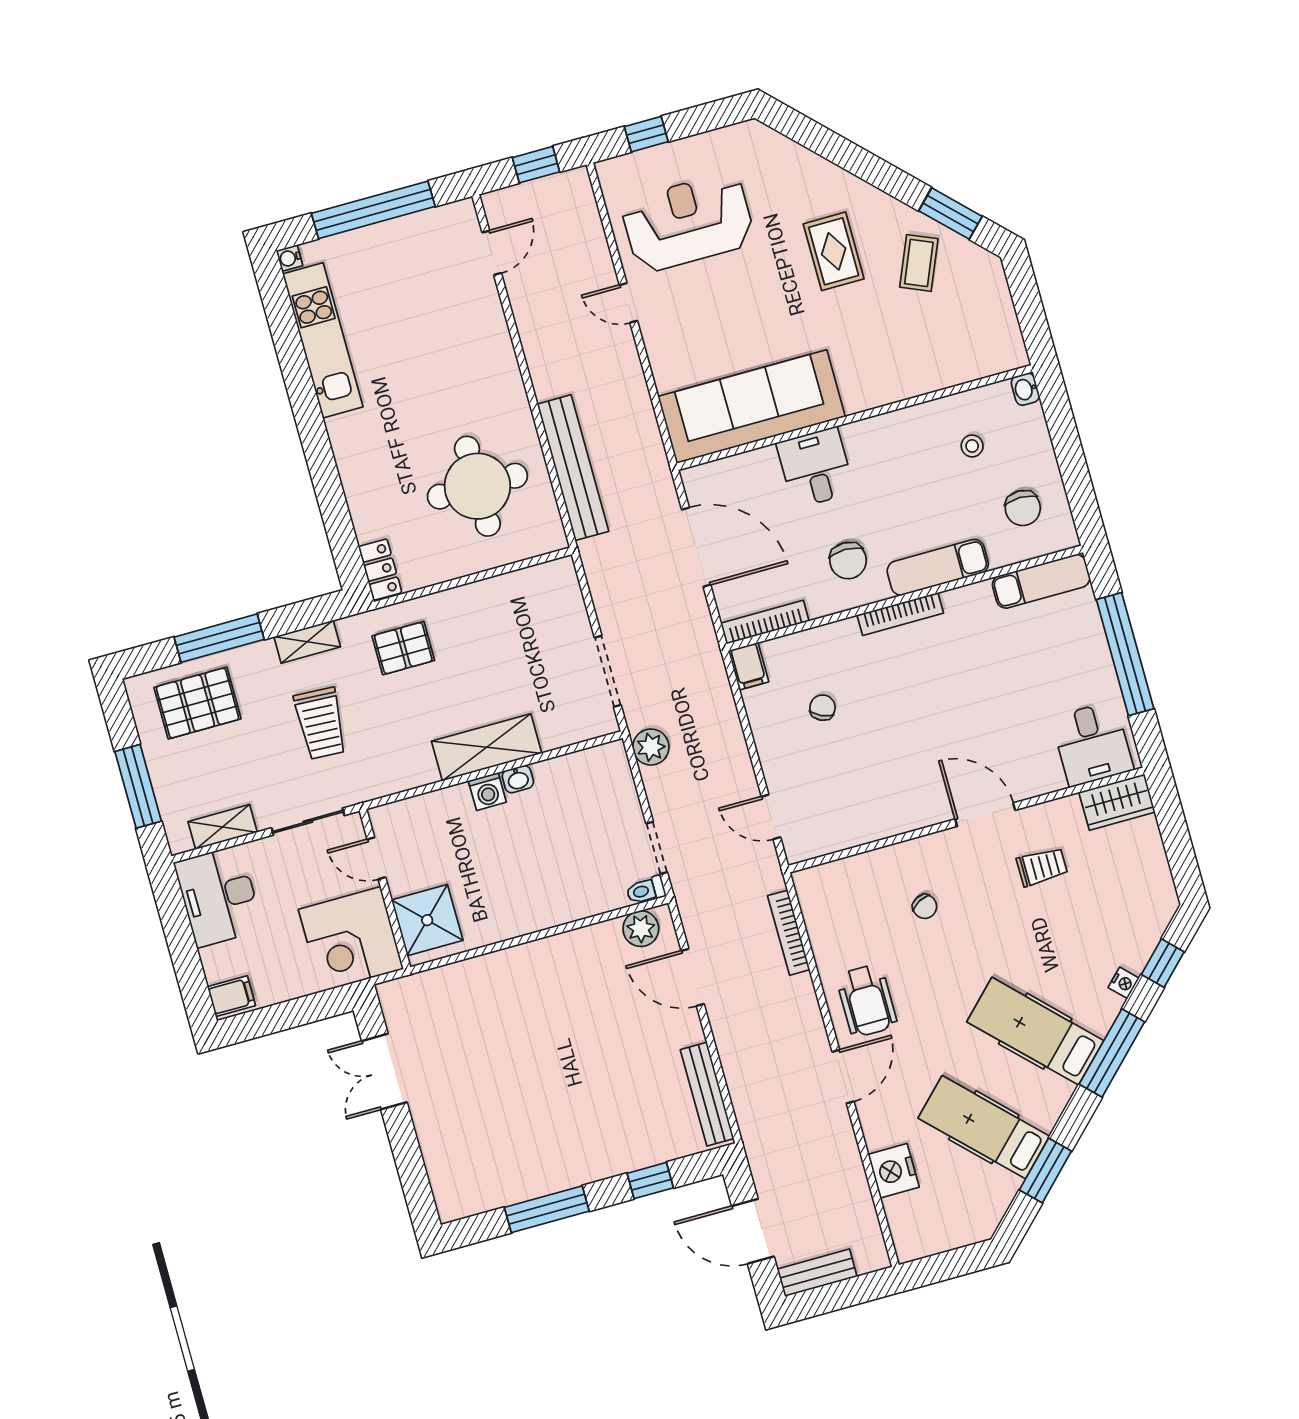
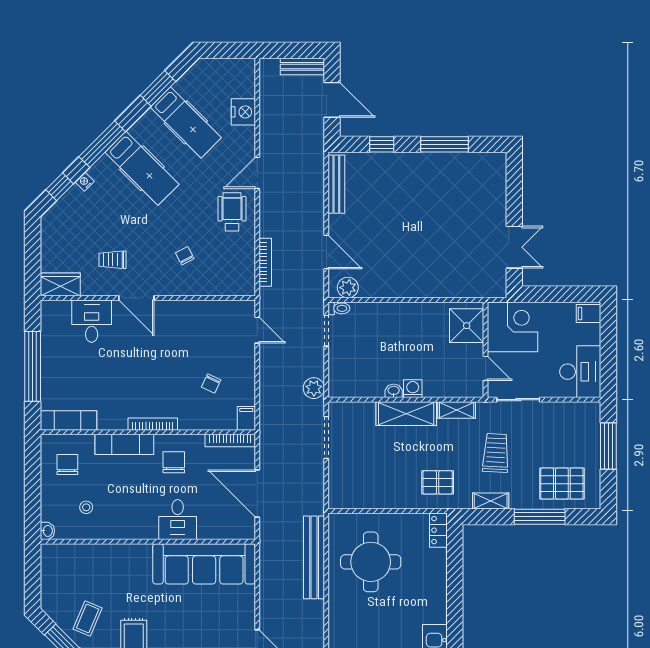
desk: (1092, 744) -> (92, 321), moved
shelving: (223, 827) -> (457, 410), moved

